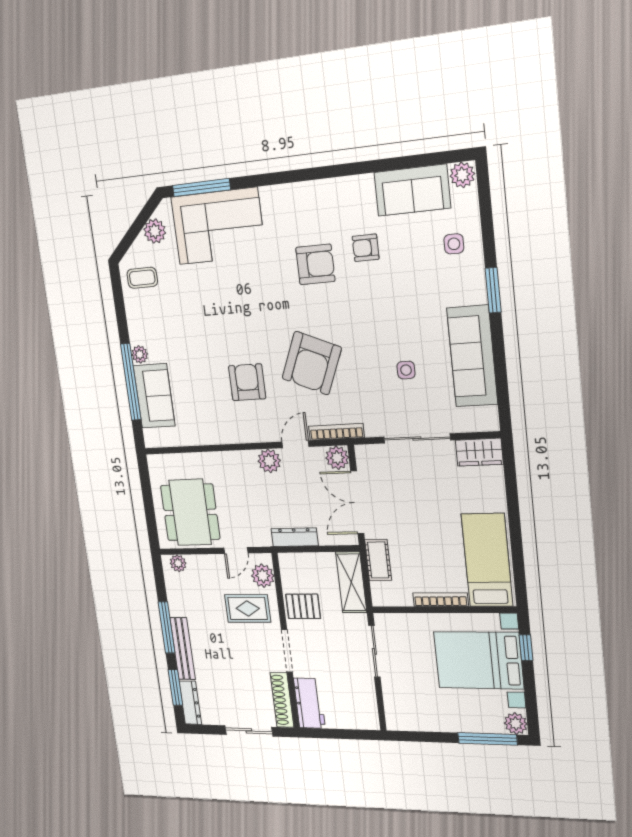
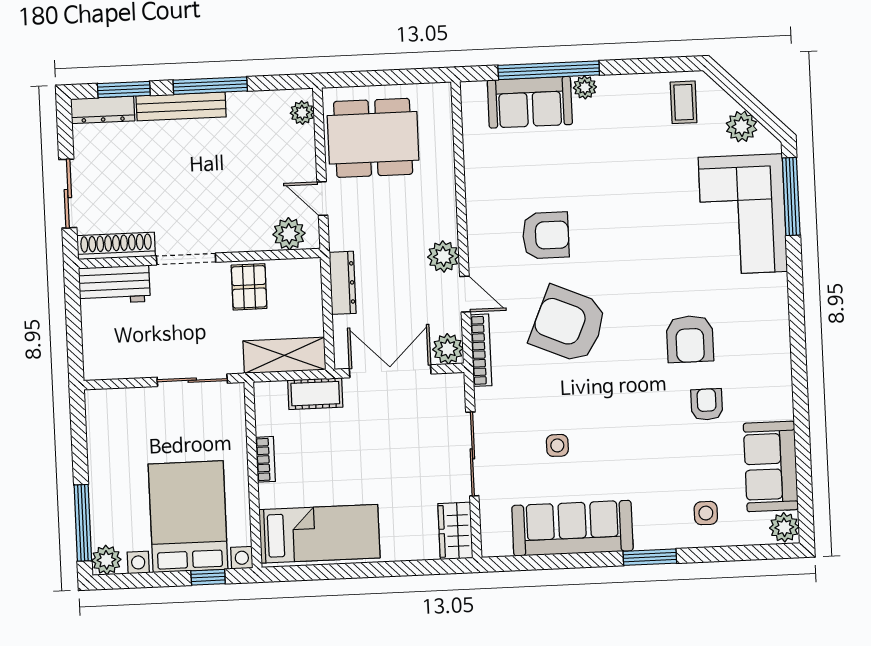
bookcase: (441, 600) -> (265, 459), width x0.64
rug: (248, 608) -> (243, 208), removed

